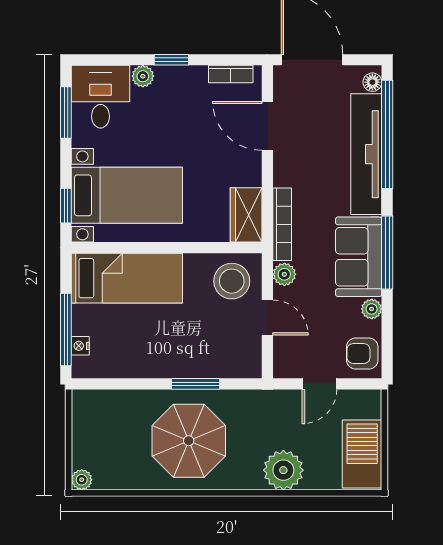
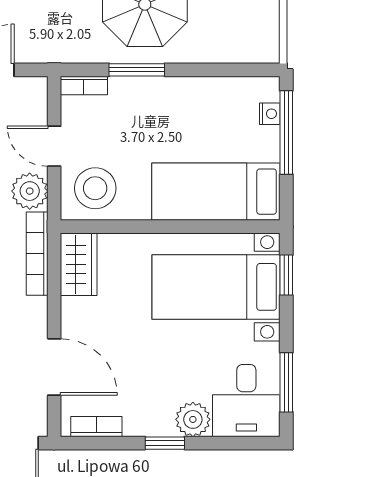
plant: (143, 76) -> (193, 419), width x1.38, depth x1.38
plant: (284, 274) -> (30, 191), width x1.38, depth x1.38
bookcase: (242, 370) -> (84, 86), added

